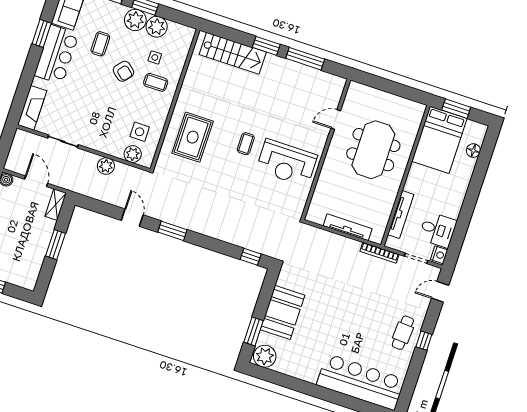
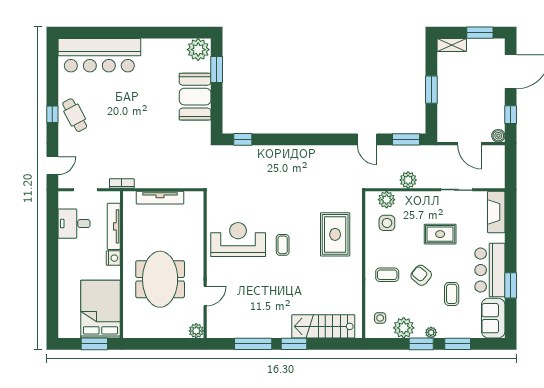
plant: (135, 20) -> (431, 332), width x0.53, depth x0.53
side table: (155, 57) -> (380, 318), moved
plant: (355, 89) -> (196, 331), added
rug: (93, 104) -> (440, 234), added
floor lamp: (473, 151) -> (65, 310), removed
shelving: (56, 205) -> (452, 45), moved, turned 90
window: (172, 231) -> (406, 139), moved
bookcase: (380, 253) -> (122, 183), width x0.64
nightstand: (439, 255) -> (113, 258), moved, turned 180
cafe table: (403, 333) -> (75, 115), turned -31

